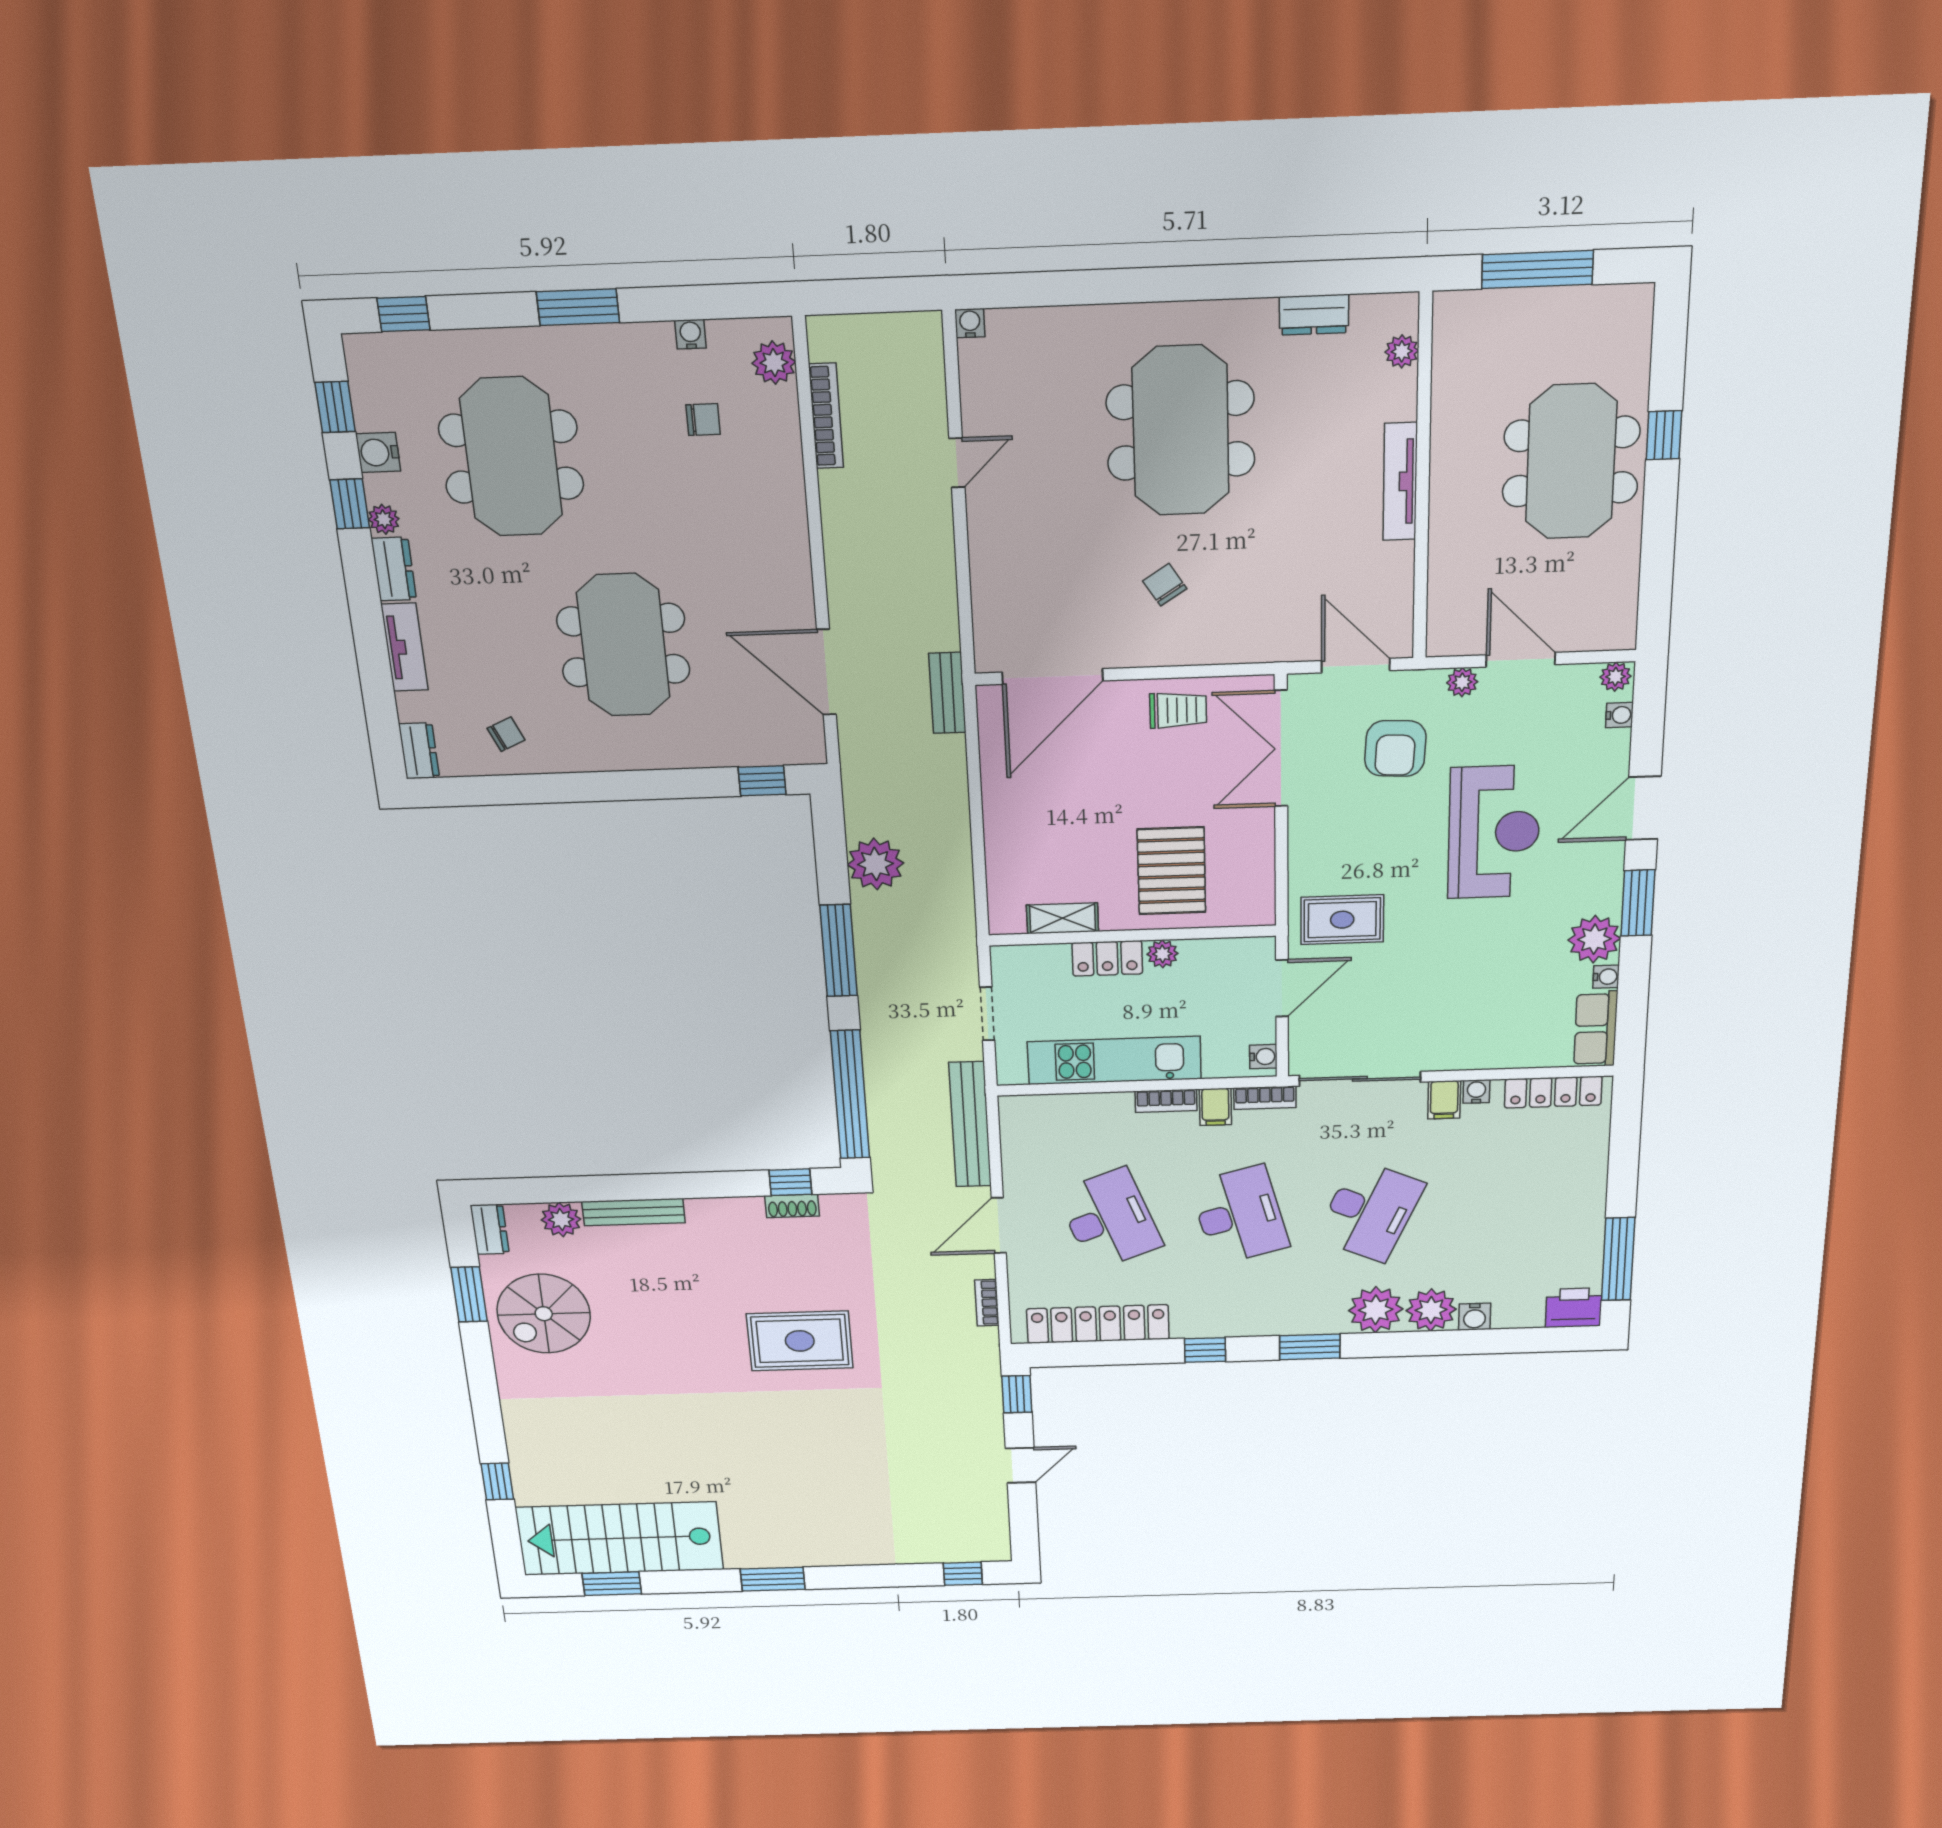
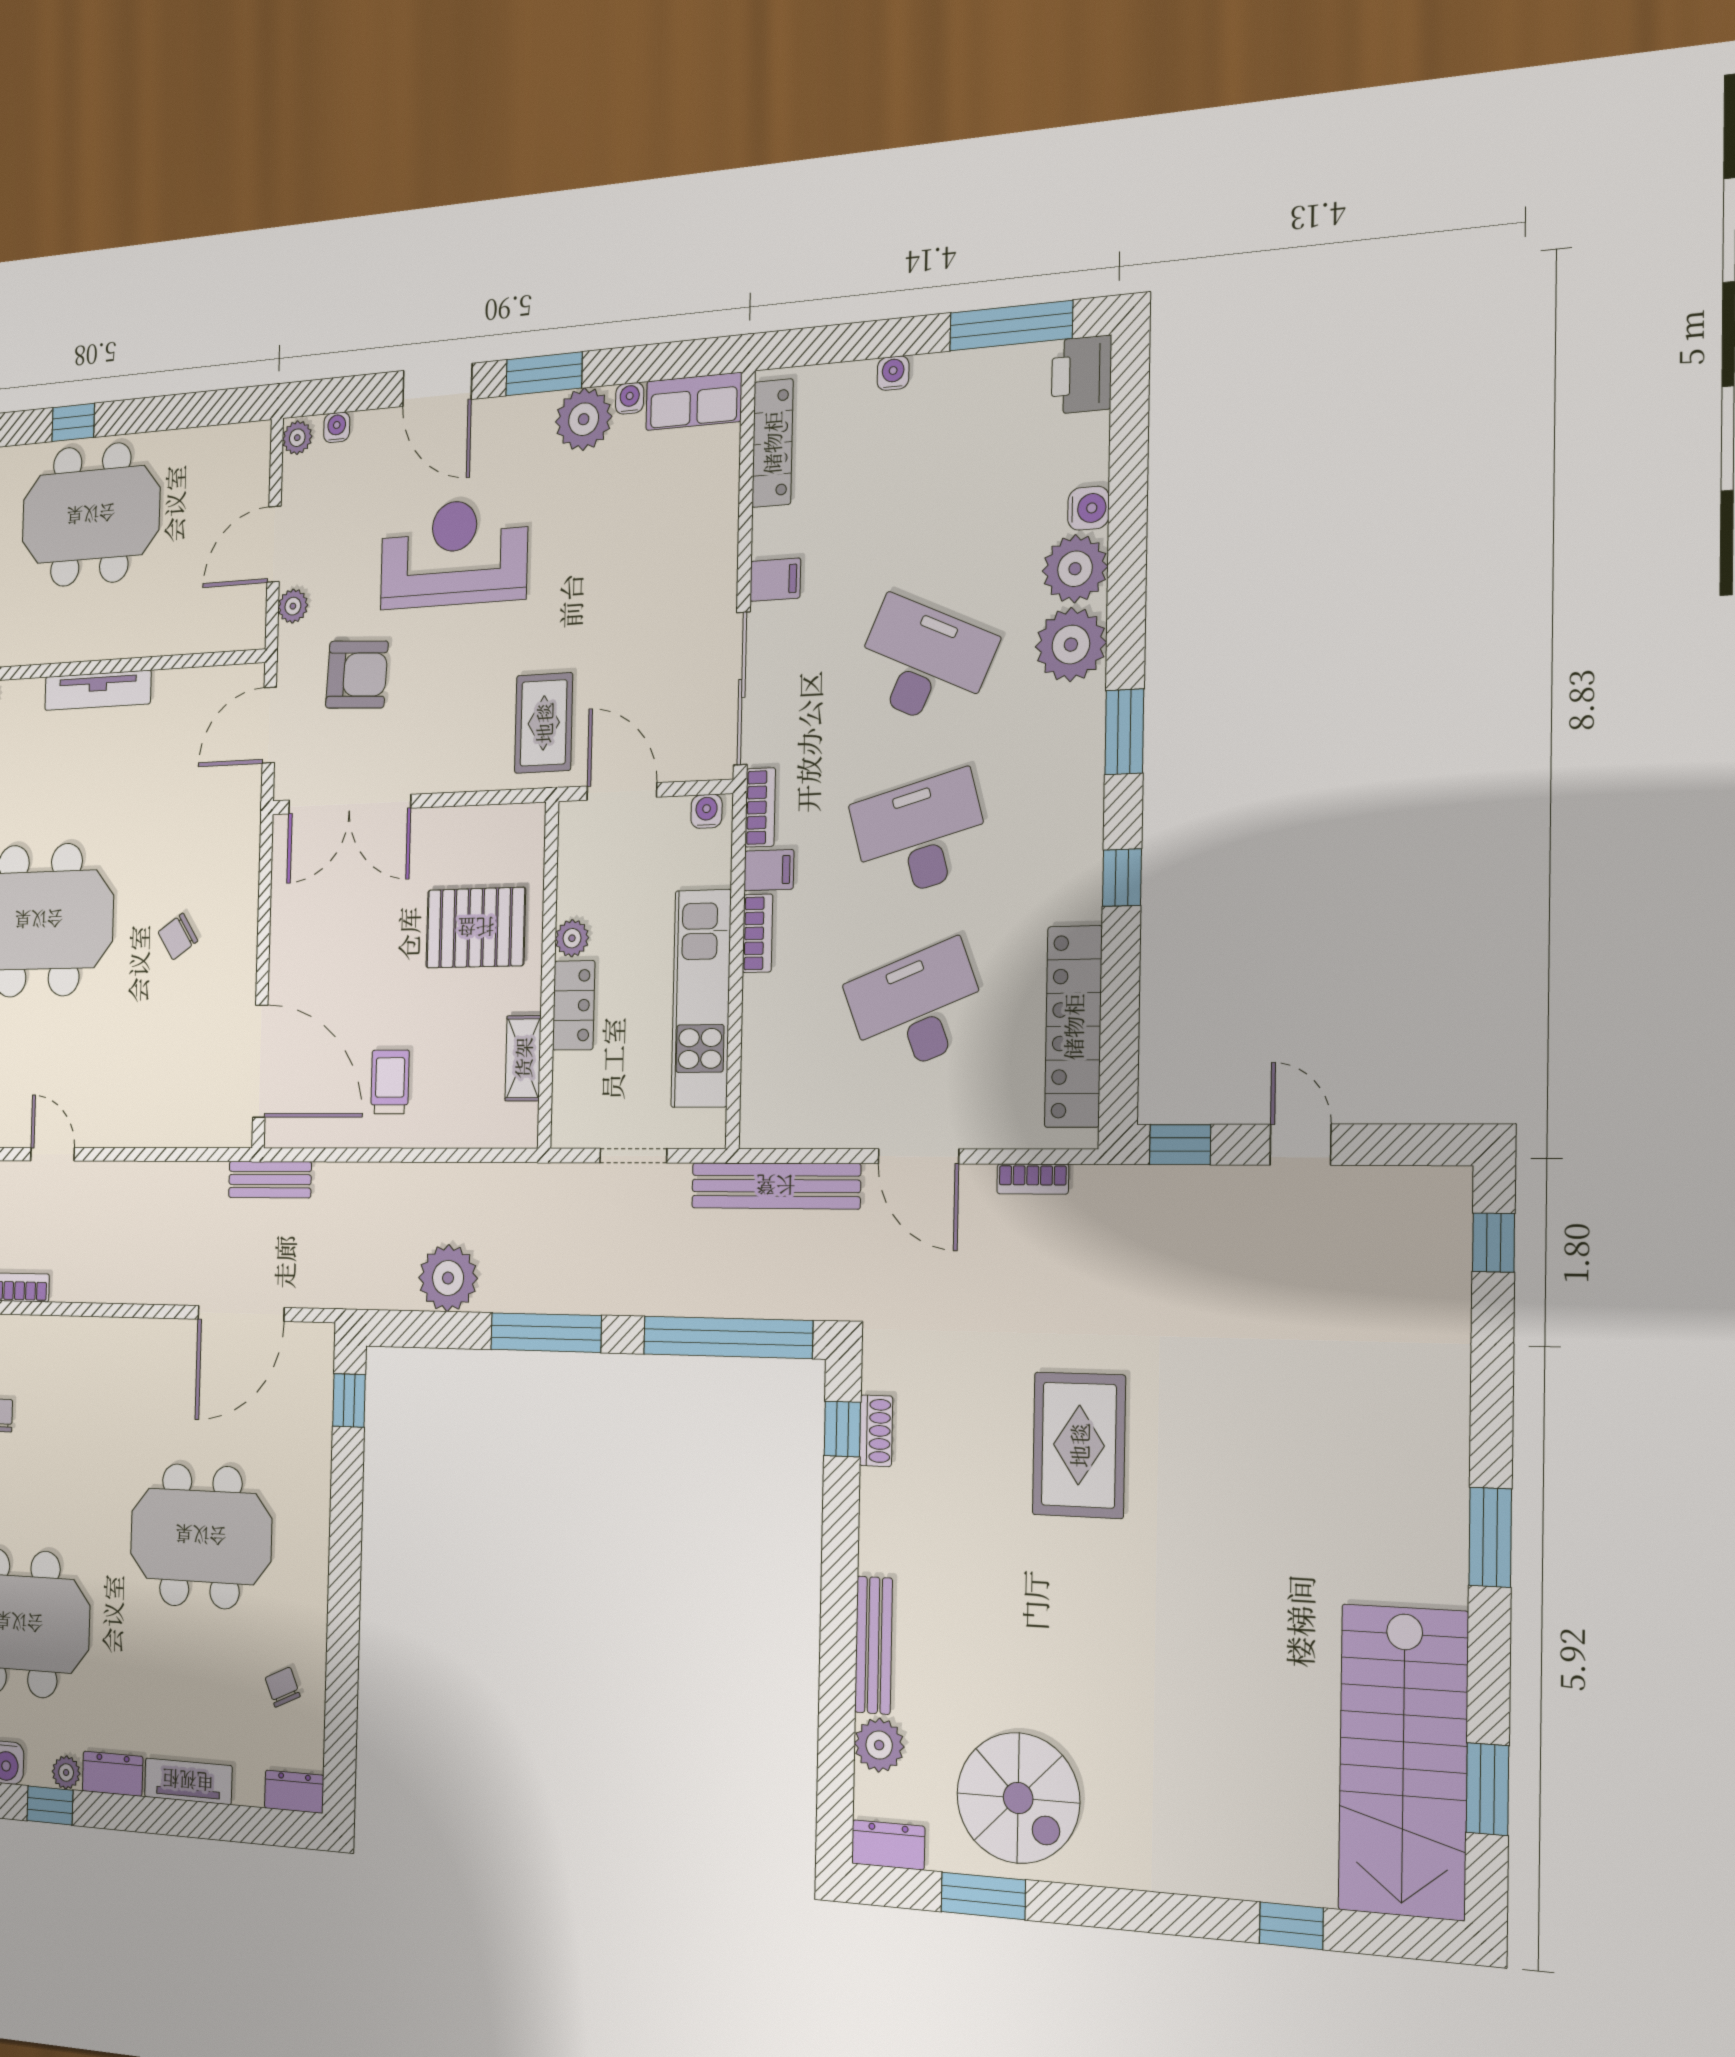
trolley: (1178, 710) -> (390, 1082), moved
water cooler: (1476, 1091) -> (893, 373), moved, turned 90

